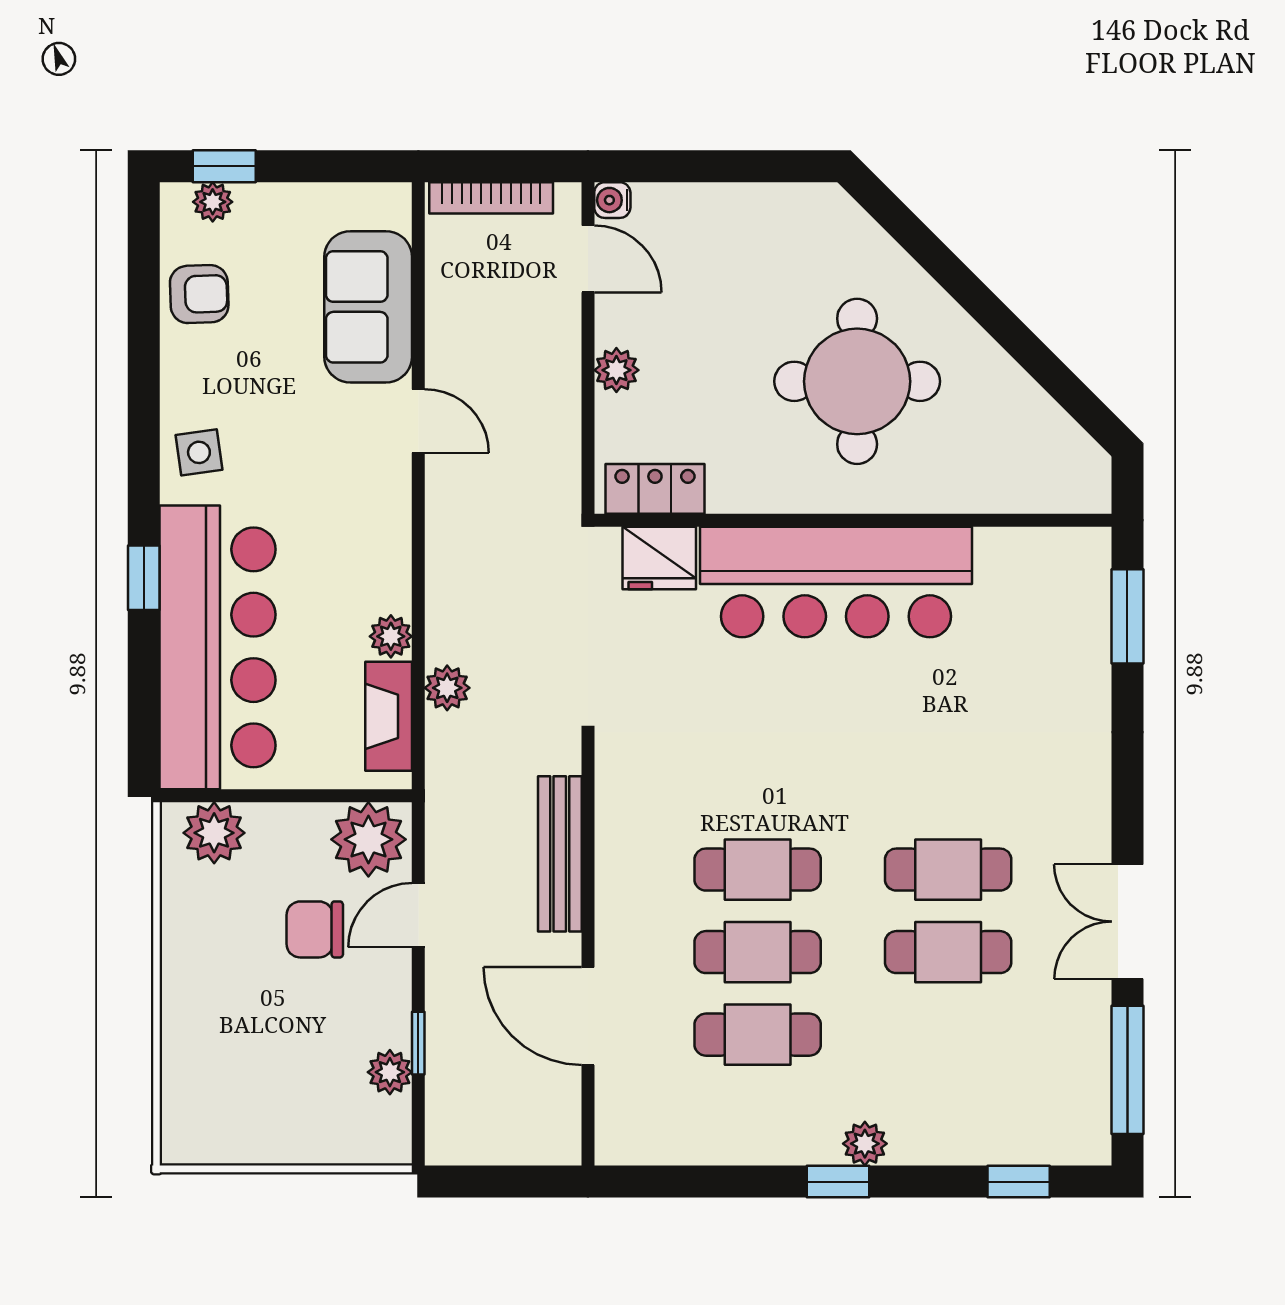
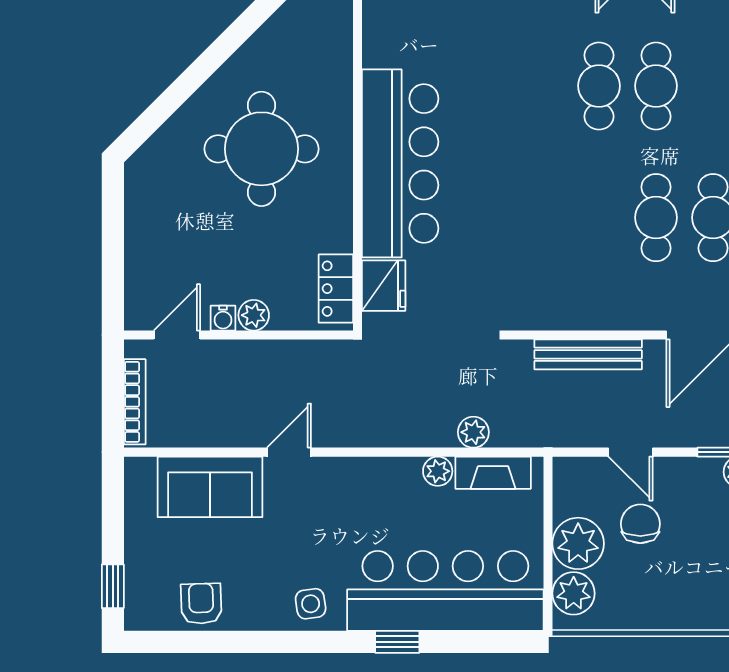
water cooler: (612, 200) -> (223, 318), moved
plant: (213, 202) -> (137, 594), removed
plant: (368, 839) -> (578, 543), moved
cafe table: (758, 870) -> (599, 218), removed
chair: (315, 929) -> (640, 524), turned 180

